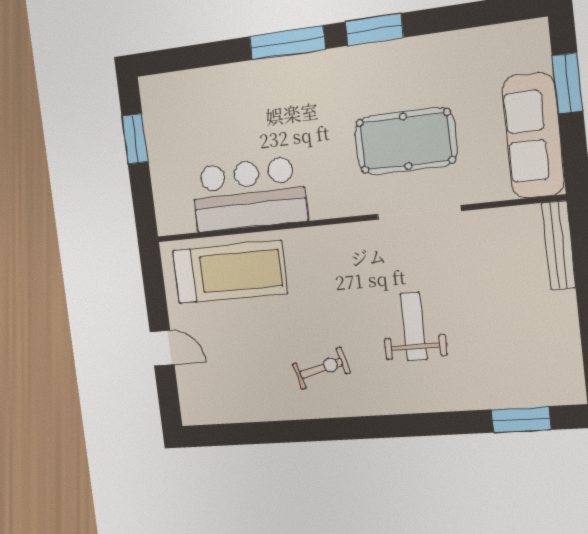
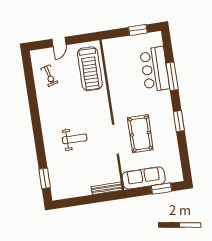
window: (287, 43) -> (172, 76), moved
bar counter: (249, 194) -> (155, 69), moved, turned 180
exercise bike: (321, 368) -> (49, 76), moved

